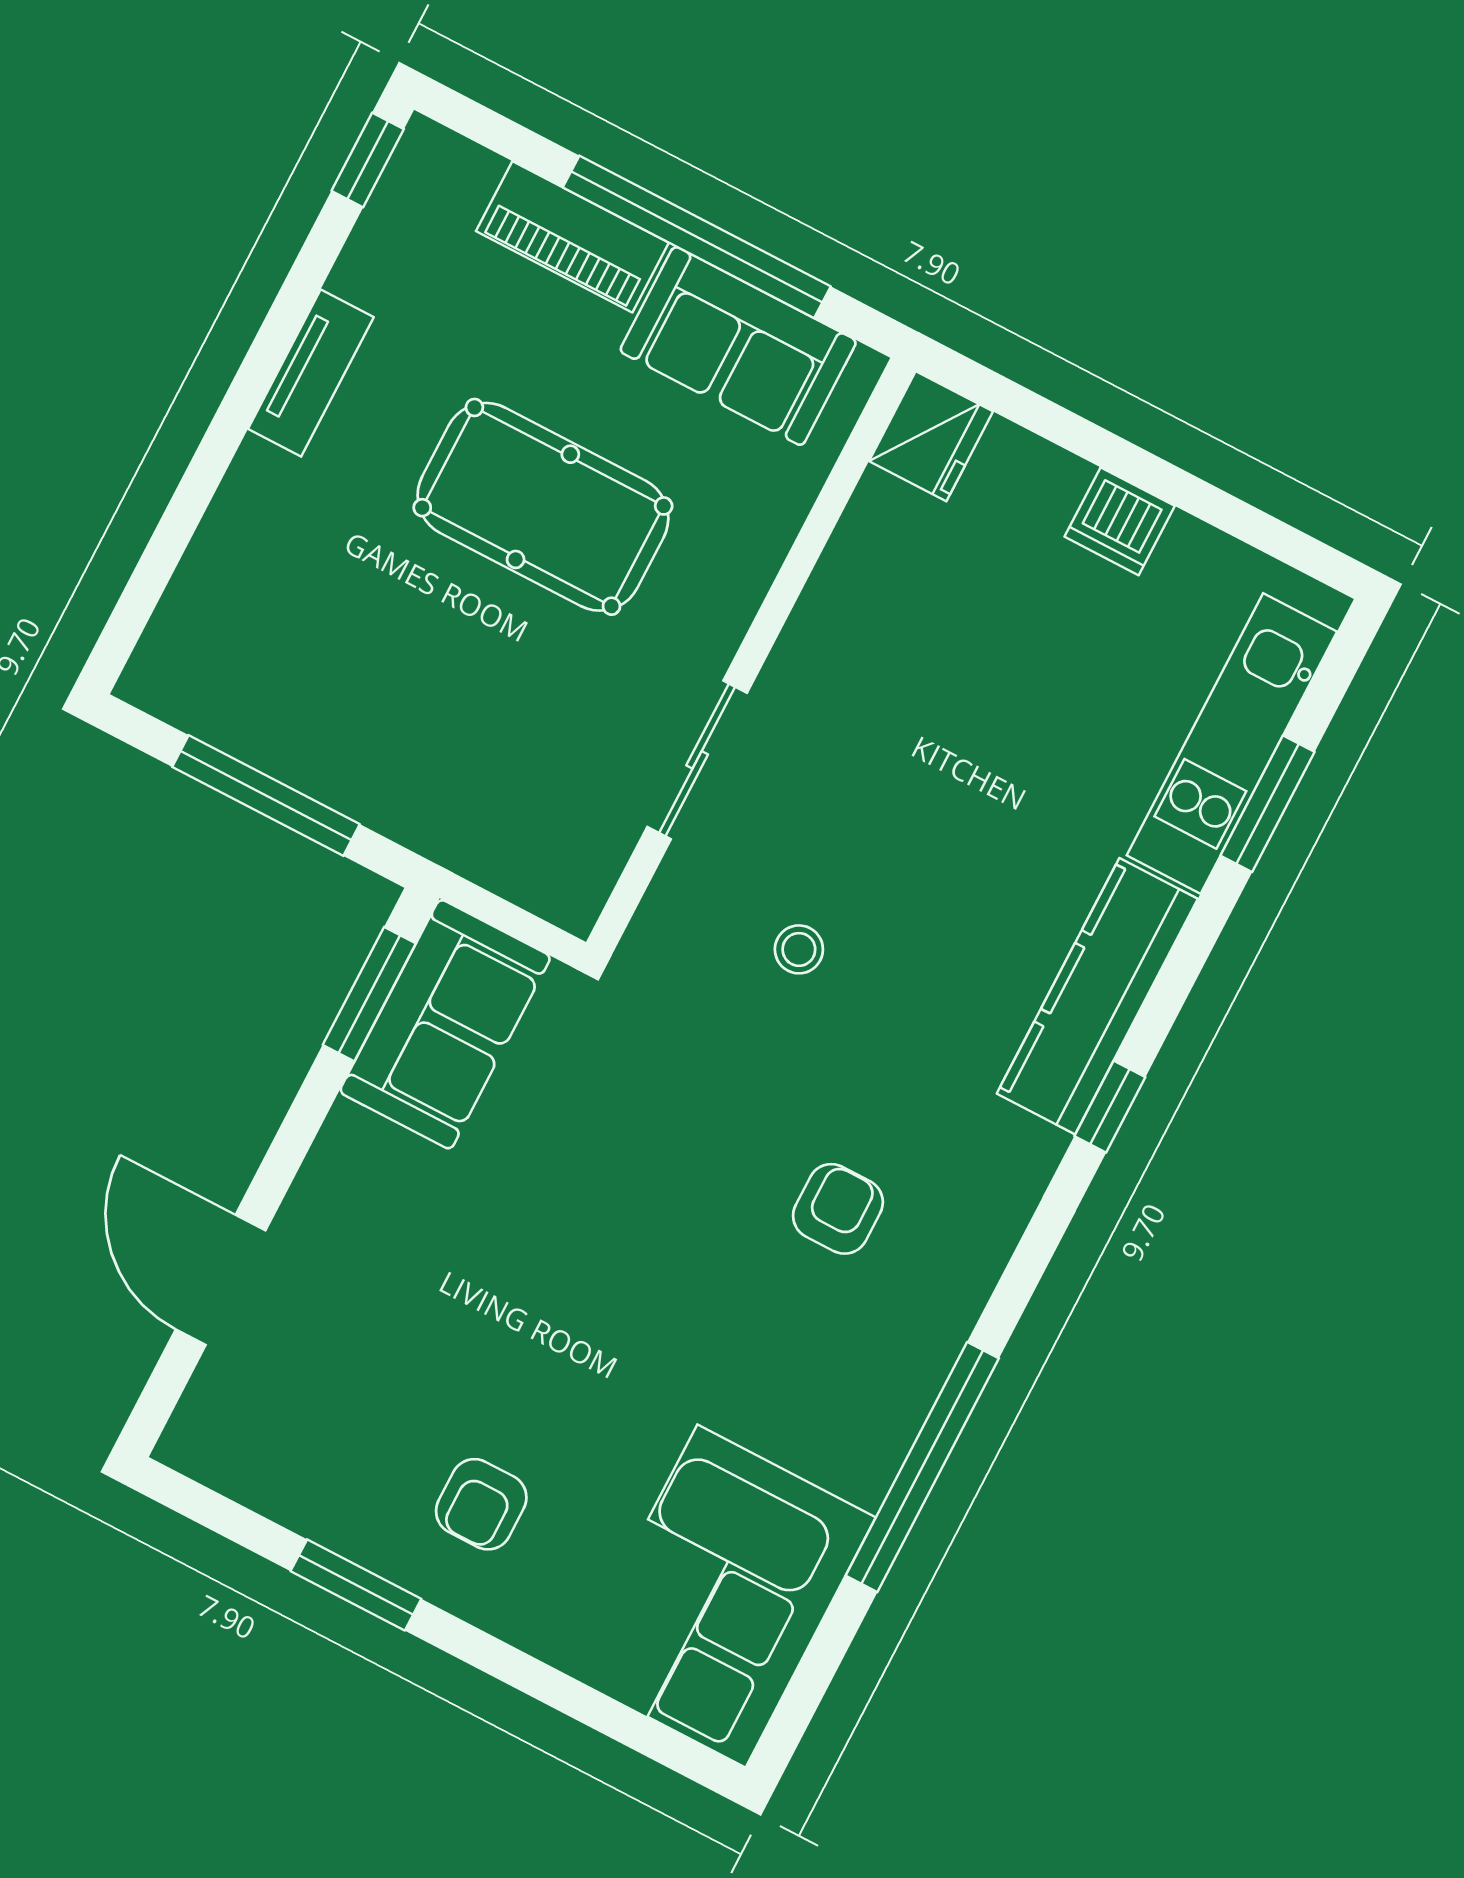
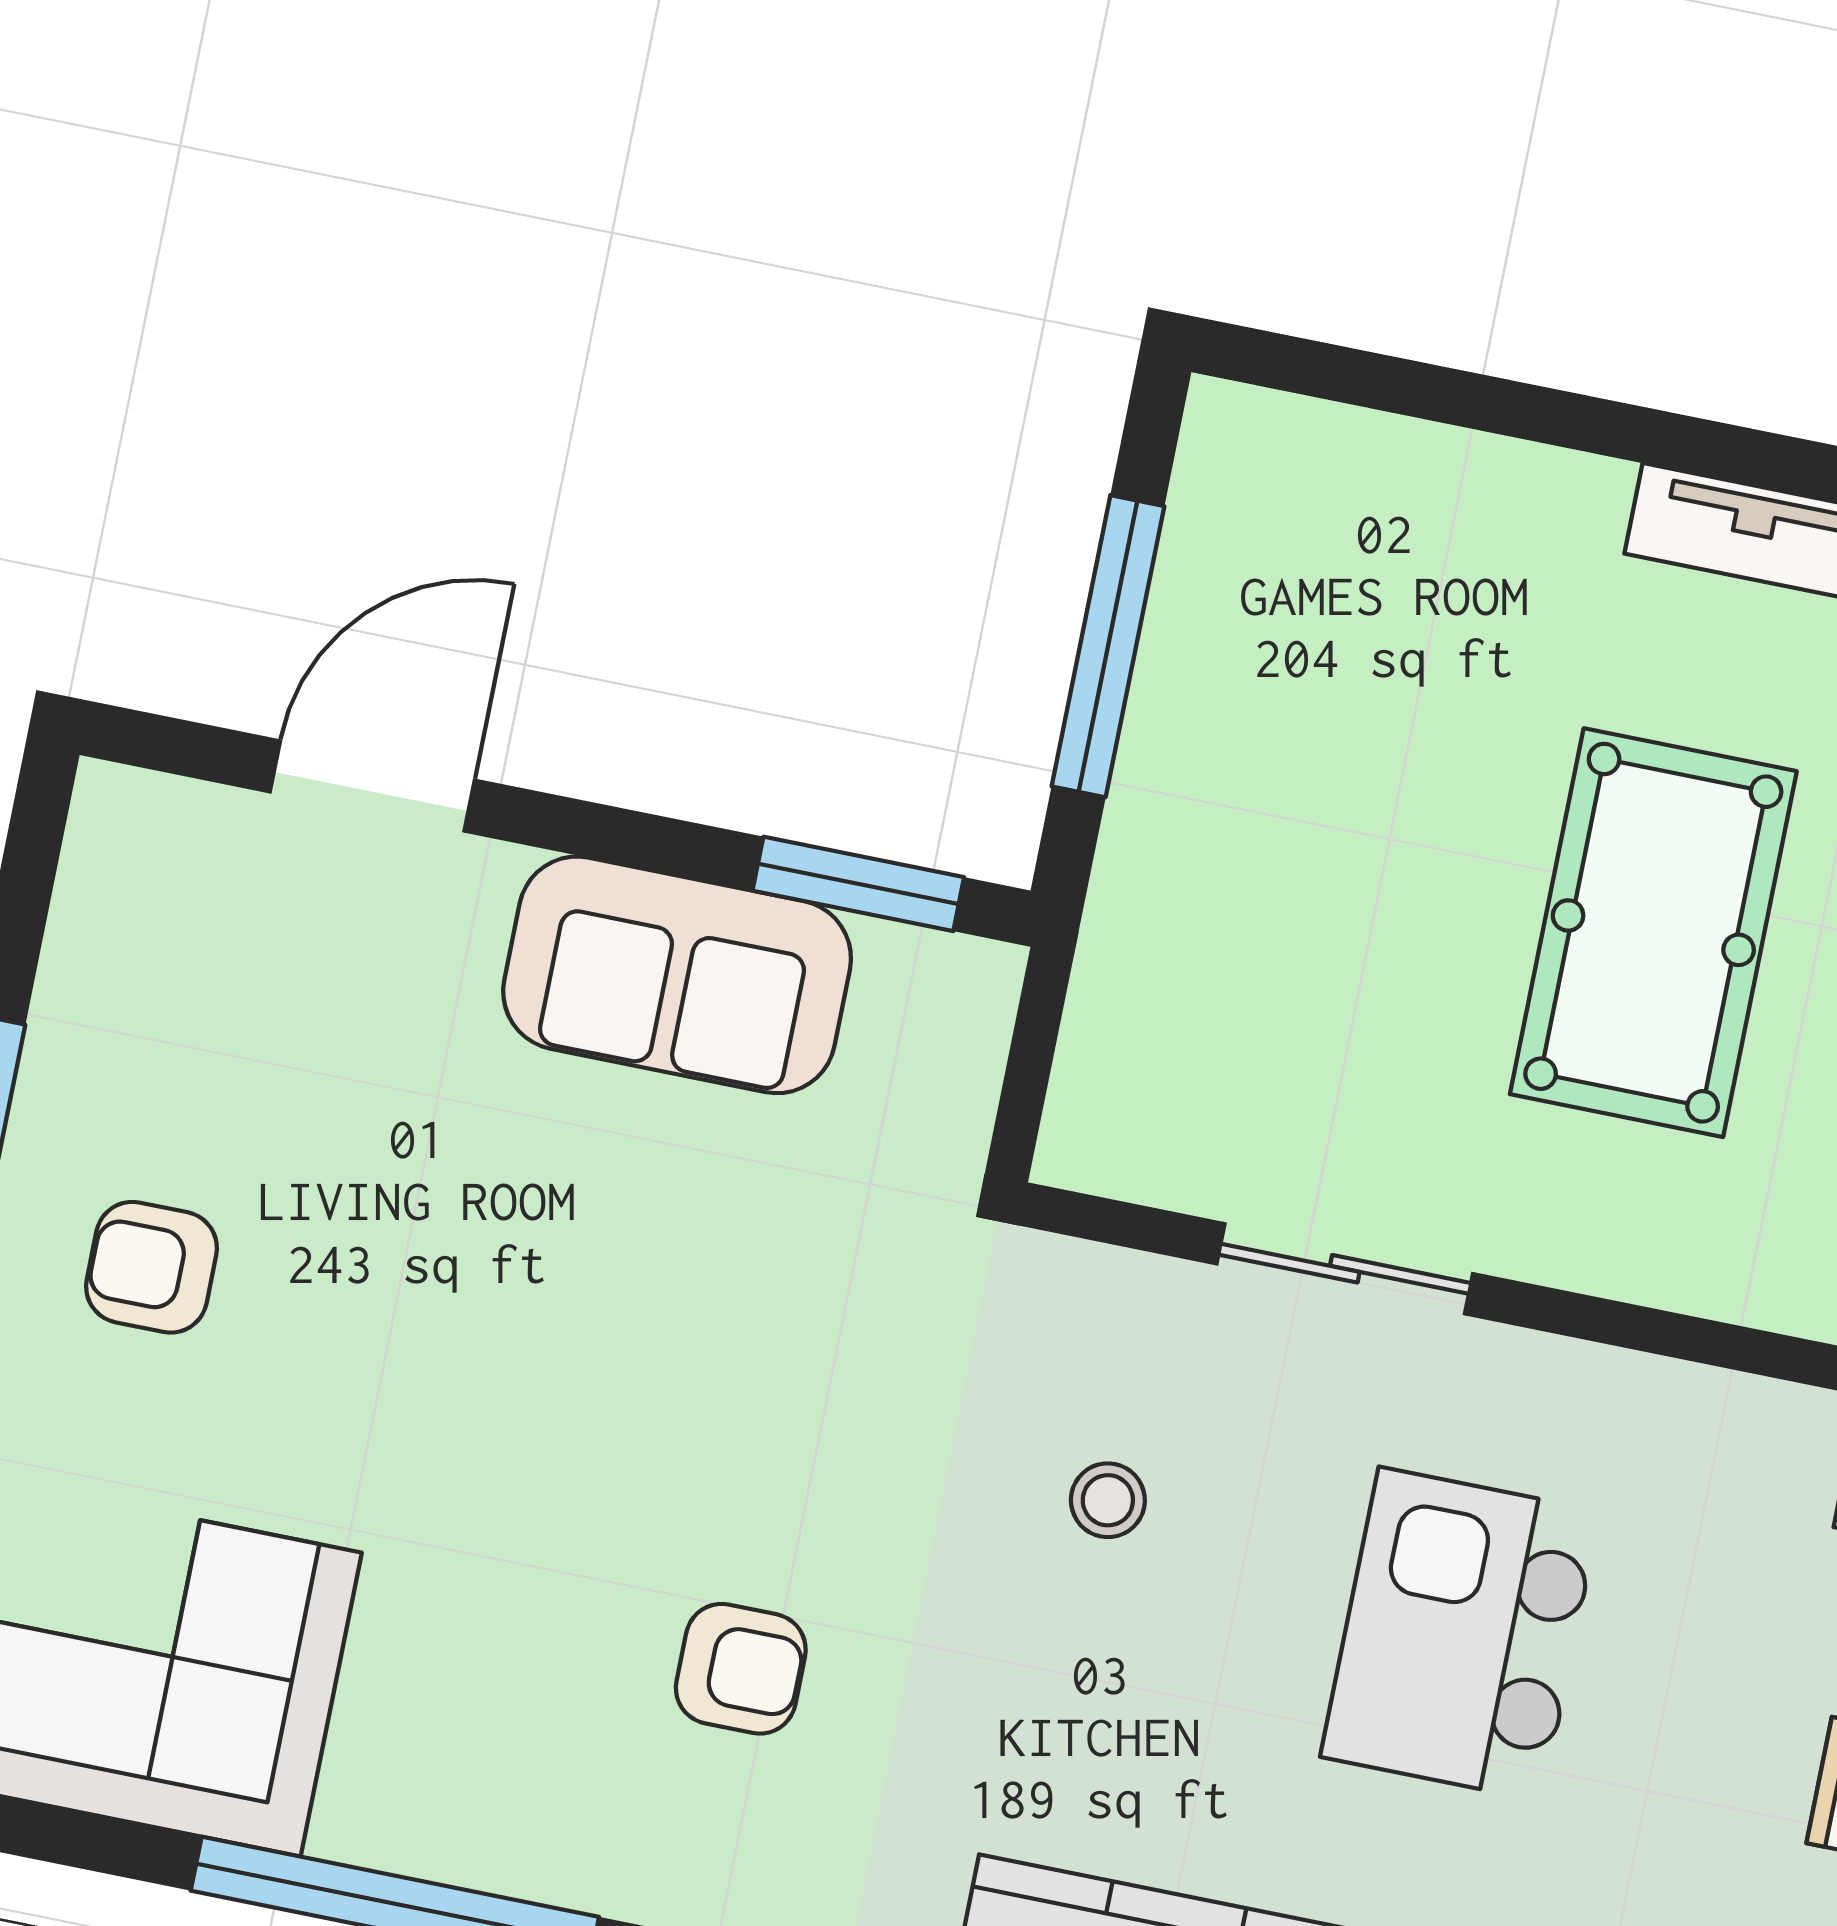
kitchen island: (946, 754) -> (1460, 1634), added
sofa: (445, 1024) -> (677, 975), moved

